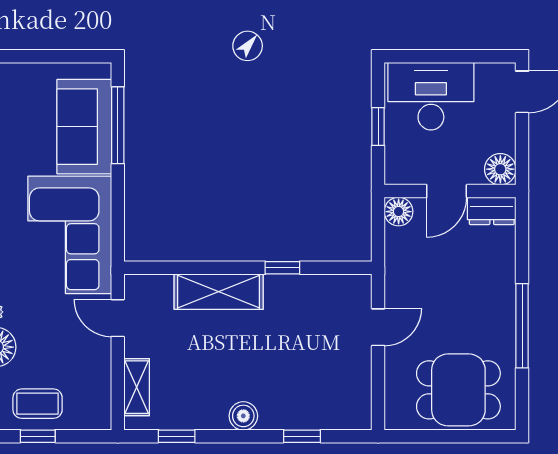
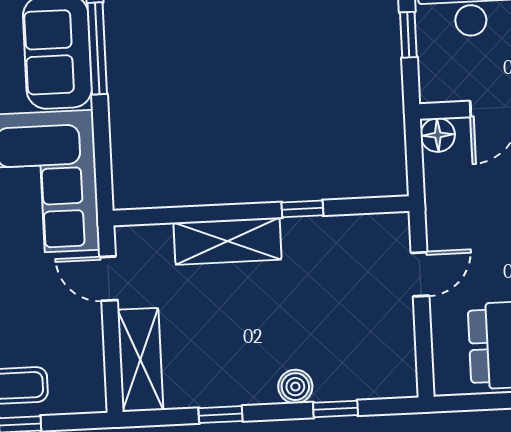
shelving: (137, 387) -> (140, 360), width x1.50, depth x1.33
boiler: (243, 416) -> (295, 387), moved
window: (177, 436) -> (221, 415), moved

